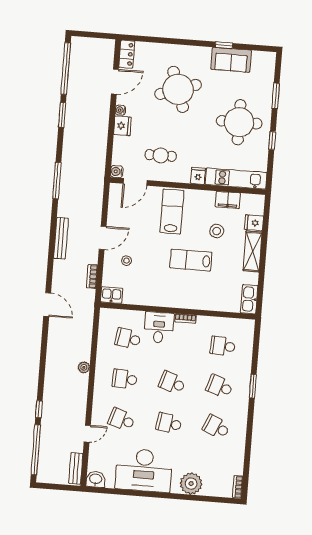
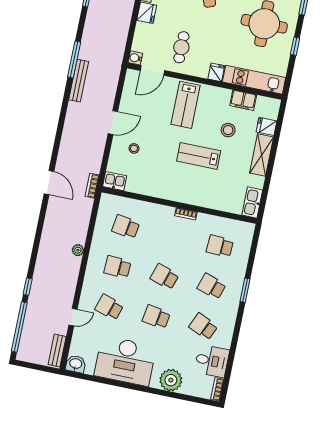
cafe table: (161, 155) -> (181, 47), turned 90
lab bench: (172, 212) -> (186, 105), turned 180
bench: (61, 238) -> (79, 81), moved
bookcase: (92, 276) -> (92, 186), moved
desk: (159, 328) -> (212, 361), moved, turned 90

